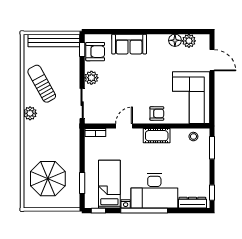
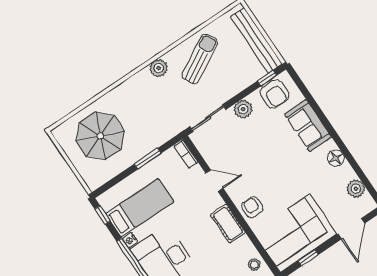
floor lamp: (175, 40) -> (336, 158), moved
window: (212, 100) -> (308, 258), added
armchair: (157, 113) -> (252, 207), turned 180
window: (82, 183) -> (148, 159), moved

